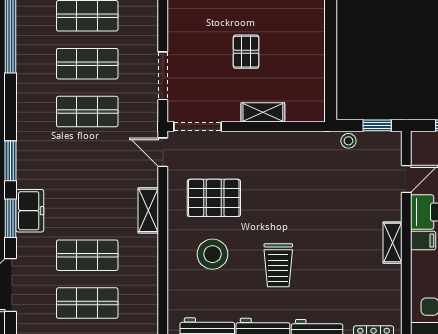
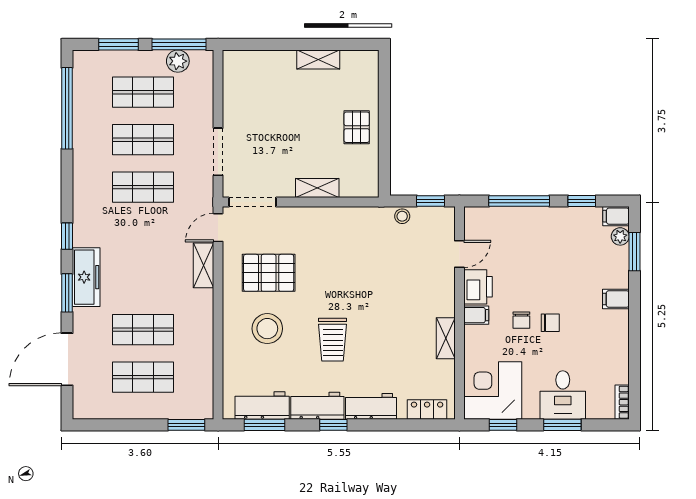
pallet: (246, 52) -> (357, 127), moved
door: (163, 152) -> (218, 228), hinge flipped
window: (10, 161) -> (67, 236), width x0.67
shelving: (148, 210) -> (204, 265), moved
freezer: (30, 211) -> (86, 277), width x1.40
shelving: (392, 243) -> (446, 338), moved

